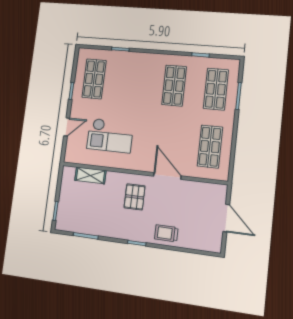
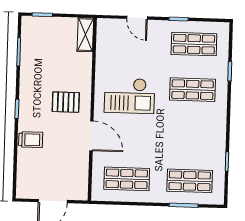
shop shelf: (174, 86) -> (193, 90), moved
checkout: (110, 136) -> (129, 96), moved, turned -90
shelving: (90, 175) -> (85, 35), moved
door: (167, 176) -> (91, 136), hinge flipped
trolley: (166, 233) -> (31, 140), turned 90

